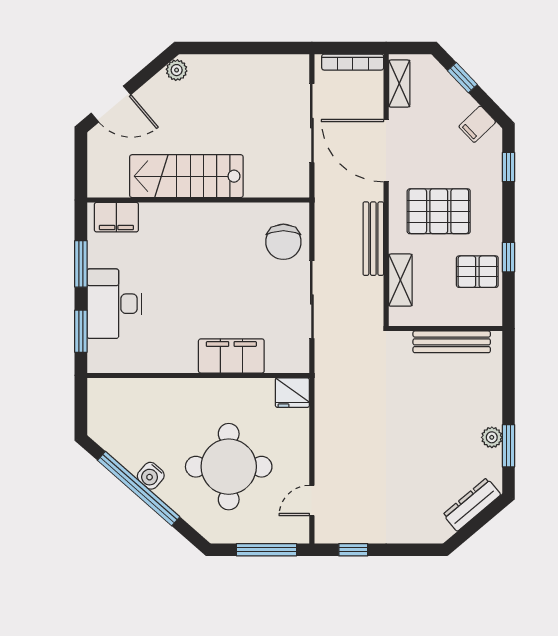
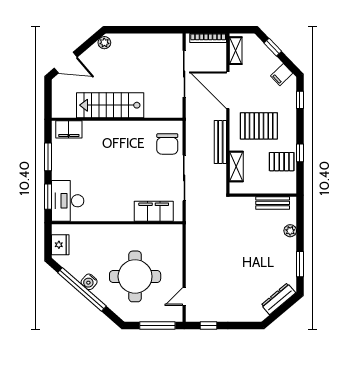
desk: (114, 304) -> (68, 201), moved
bench: (452, 342) -> (273, 203), width x0.73
filing cabinet: (231, 356) -> (154, 211), moved
fridge: (292, 393) -> (60, 245), moved, turned -90
plant: (492, 437) -> (290, 231), moved

